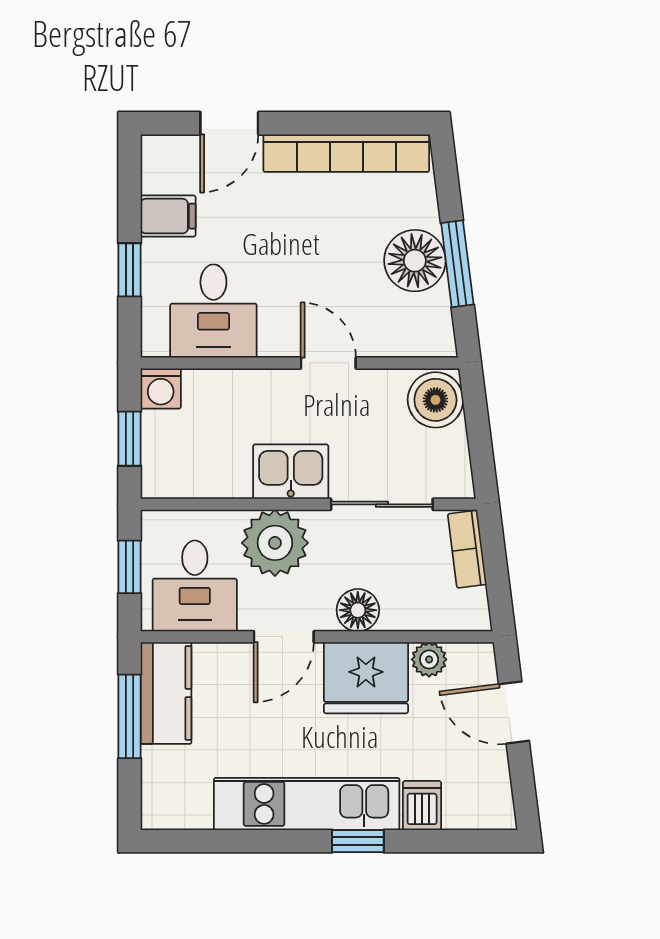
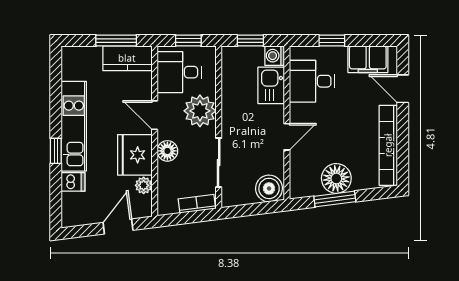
filing cabinet: (168, 216) -> (368, 59), width x2.00
kitchen sink: (291, 472) -> (271, 85), moved, turned 180

